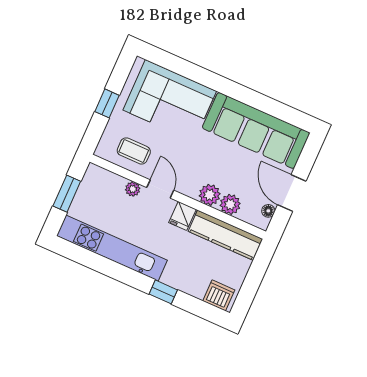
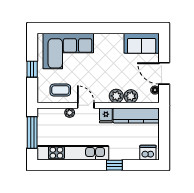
sofa: (256, 130) -> (142, 43), width x0.54, depth x0.79
window: (67, 194) -> (32, 133), width x1.44

